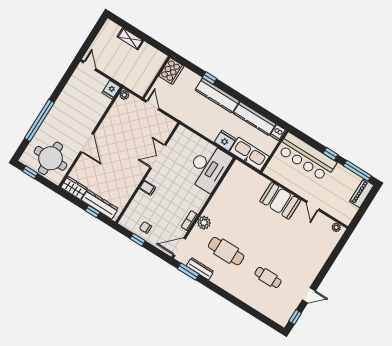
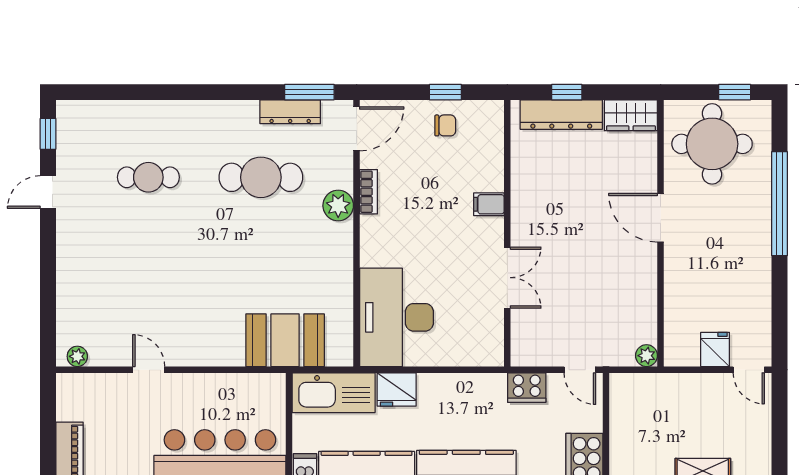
fridge: (111, 90) -> (715, 349), moved
cooker: (176, 111) -> (527, 388), added
booth: (280, 201) -> (285, 340), moved

